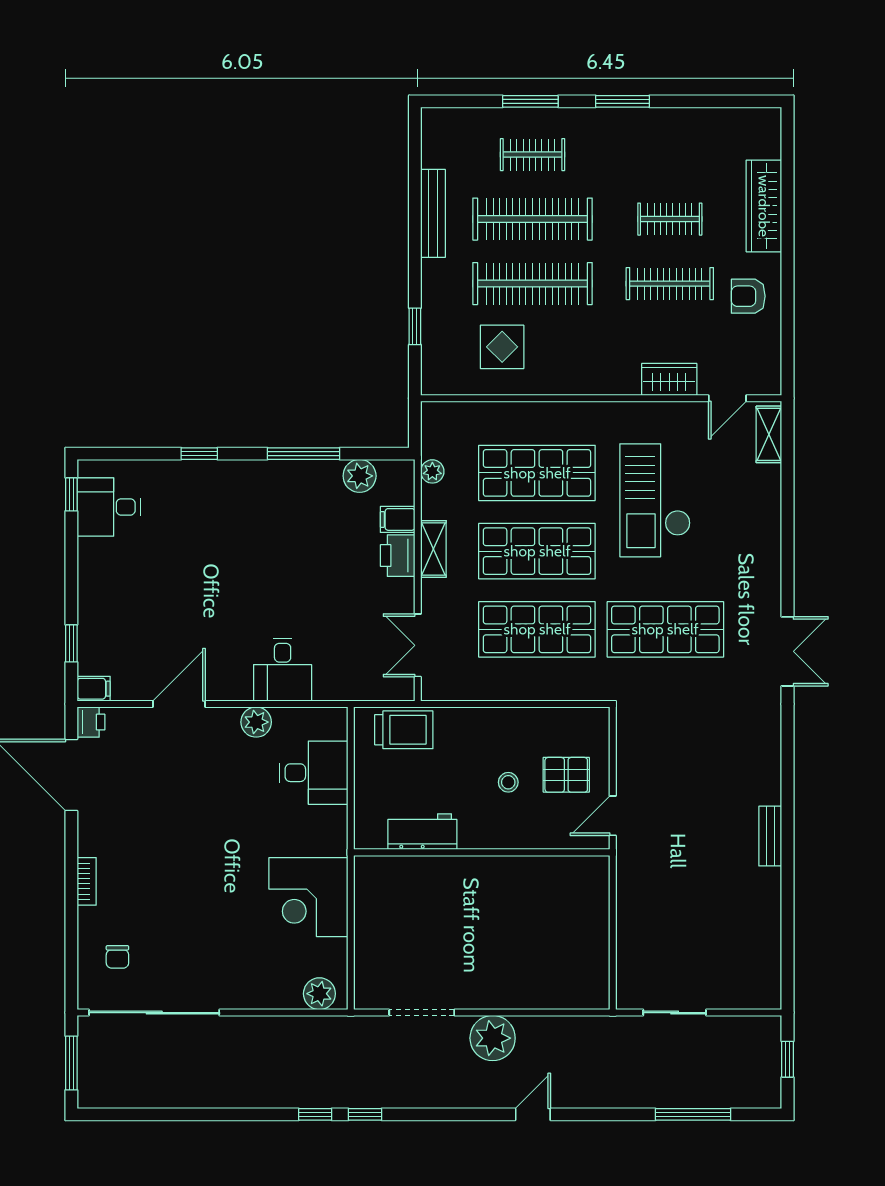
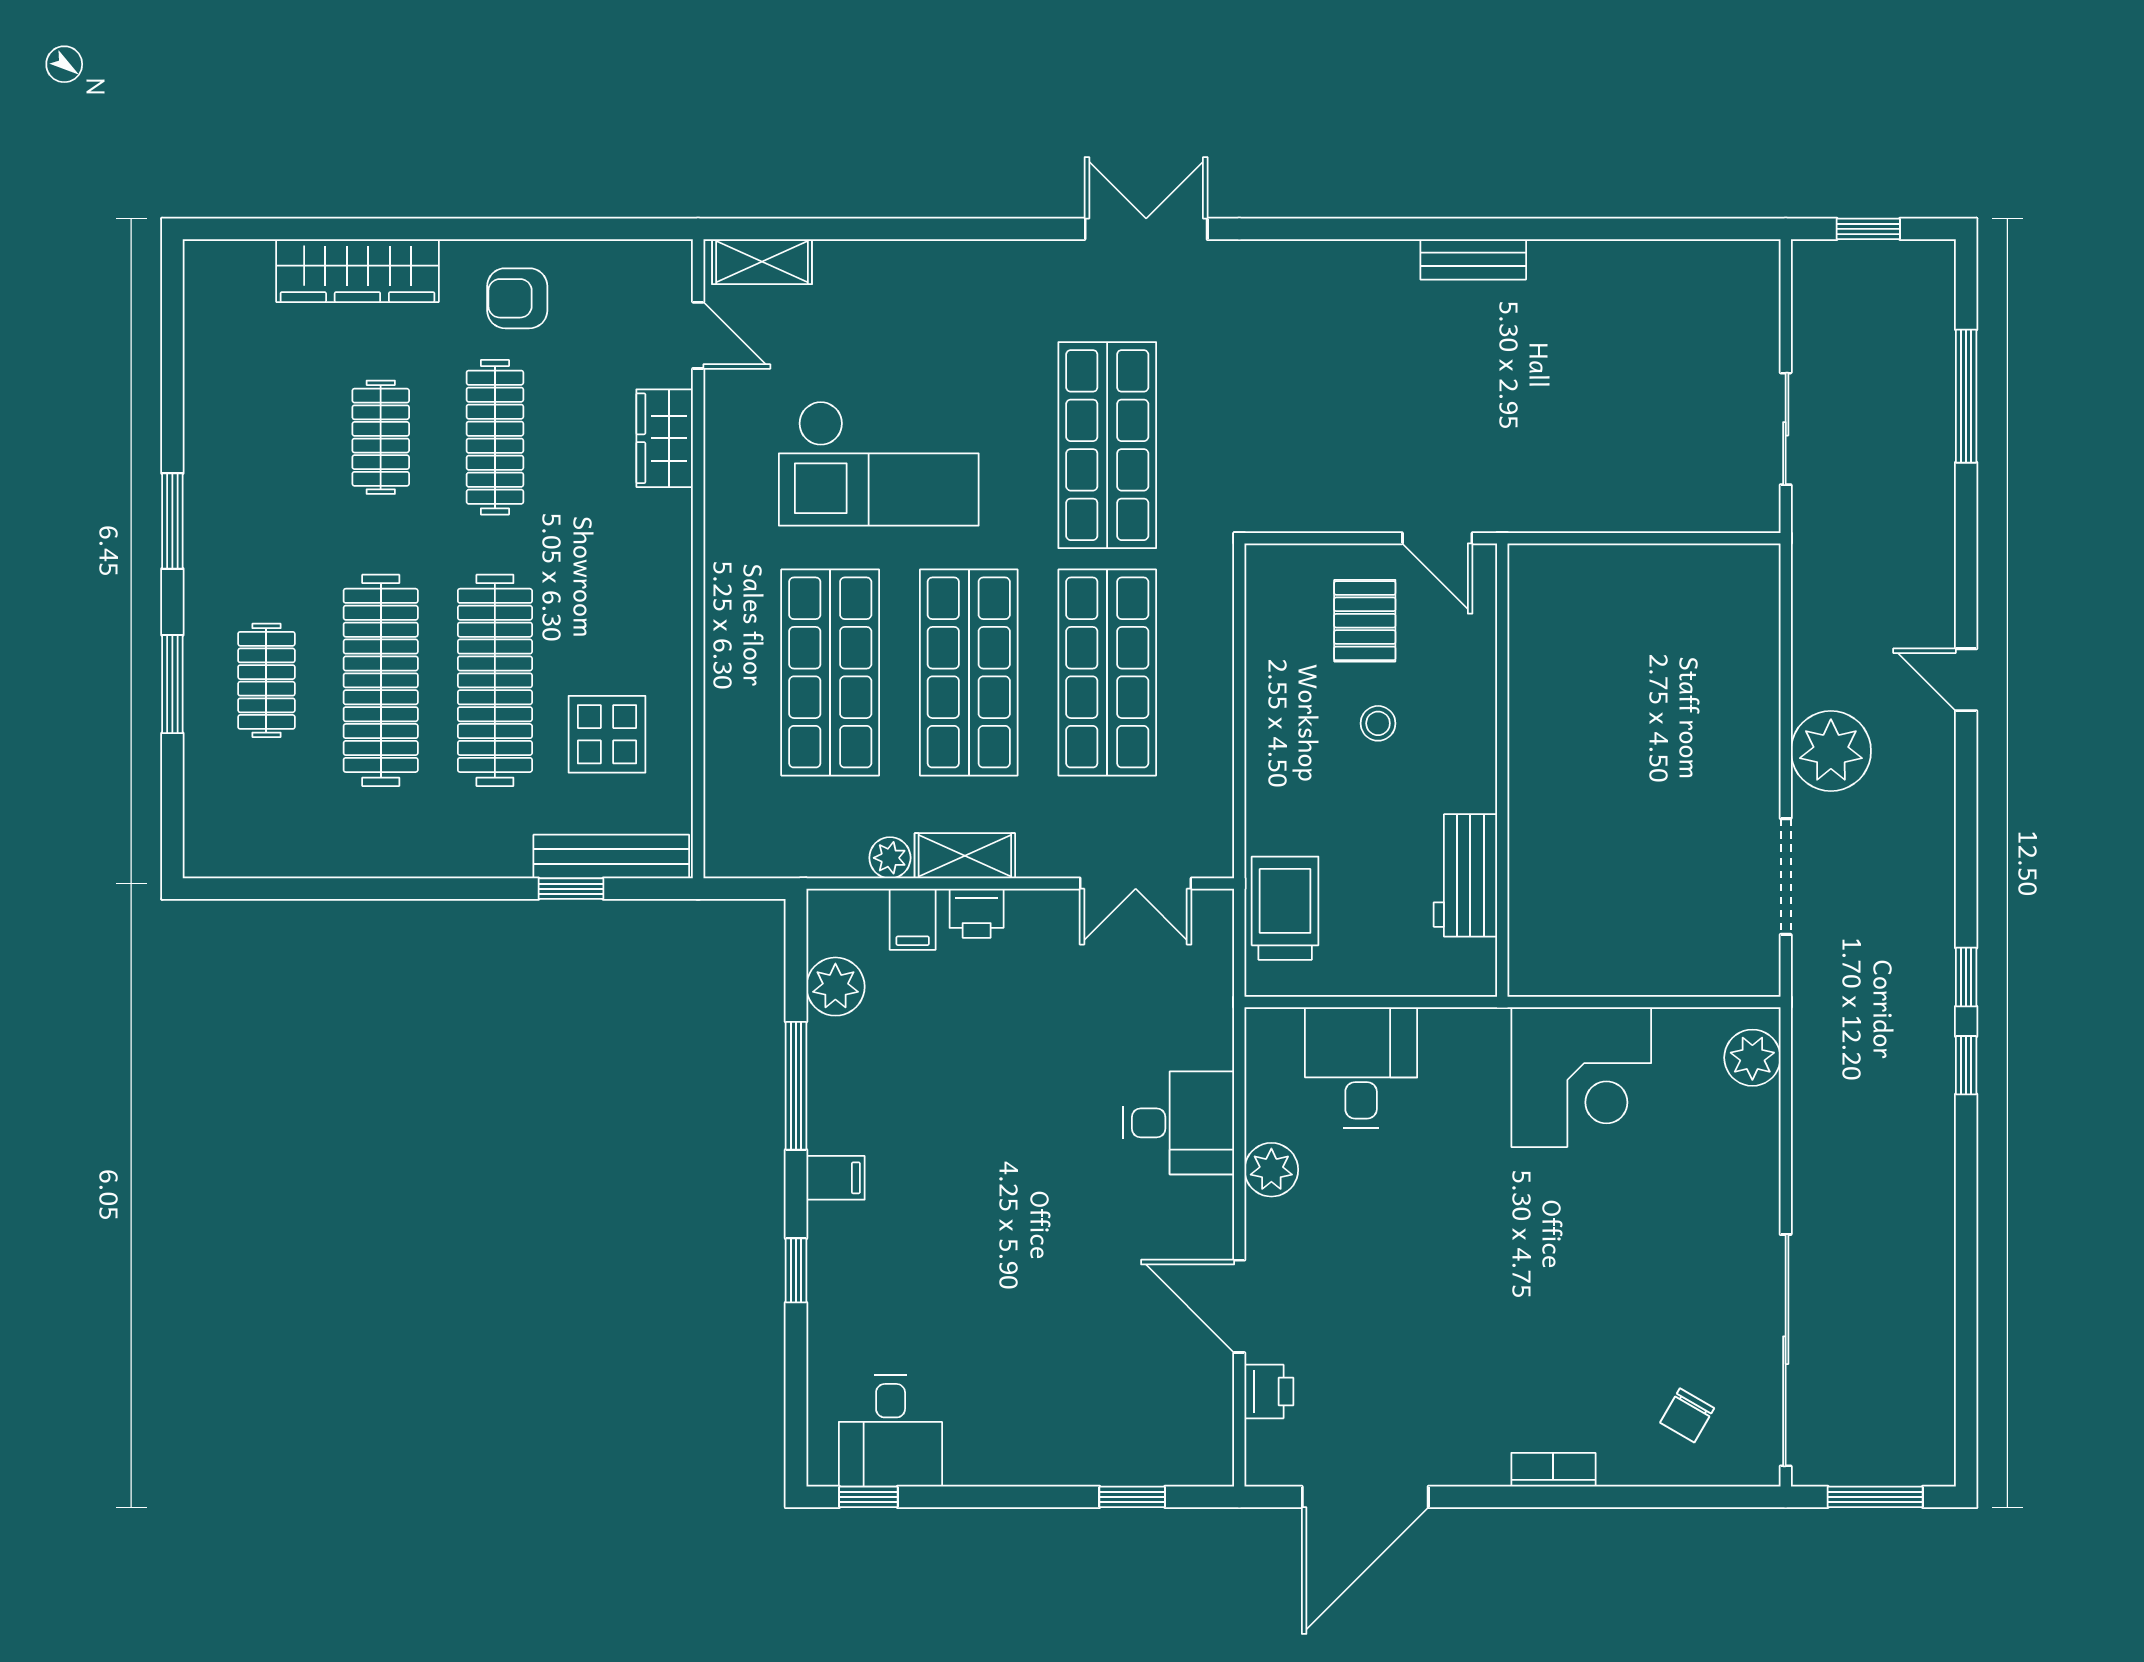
bench: (433, 213) -> (611, 857), moved
armchair: (748, 296) -> (517, 298), turned 90
plant: (432, 471) -> (890, 858), moved
printer: (398, 556) -> (977, 913), width x0.73, depth x0.81
filing cabinet: (94, 689) -> (836, 1178), moved, turned 90
printer: (91, 722) -> (1269, 1391), moved, turned 90
chair: (117, 957) -> (1687, 1415), turned 120

